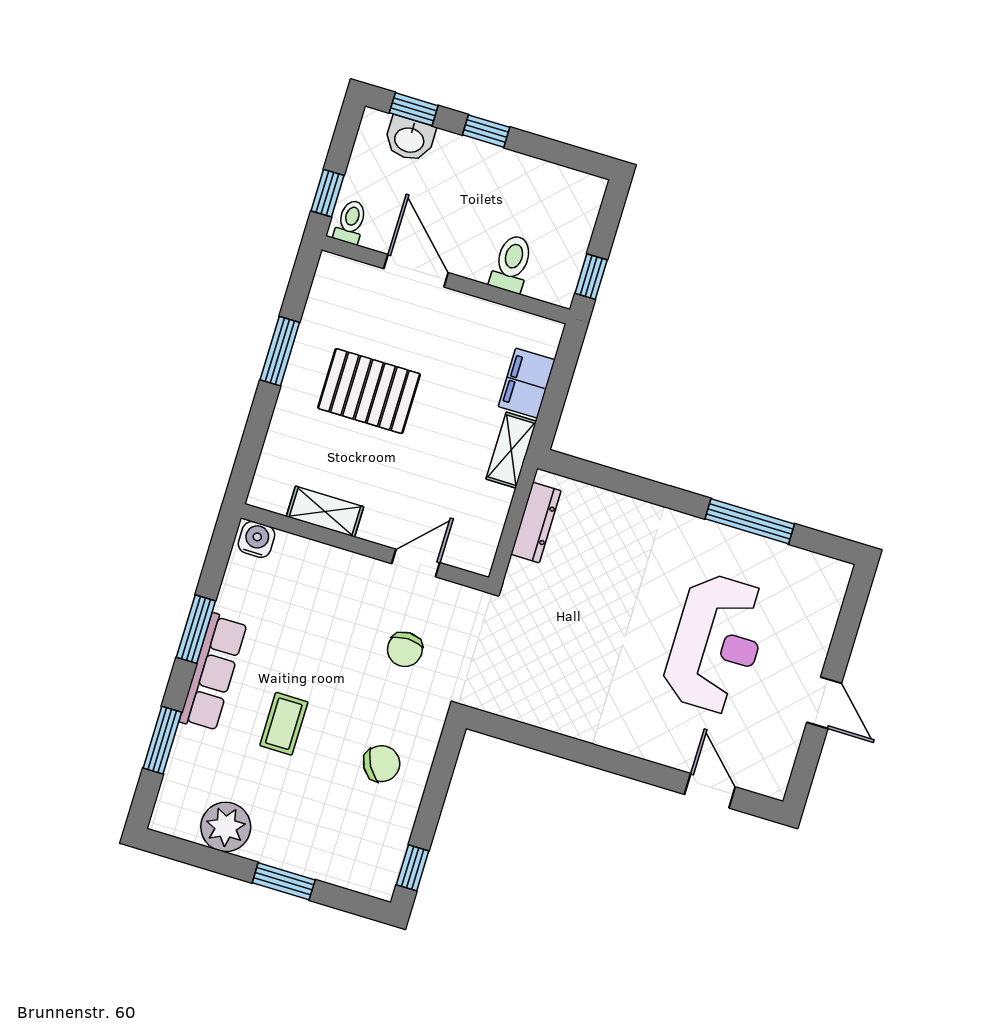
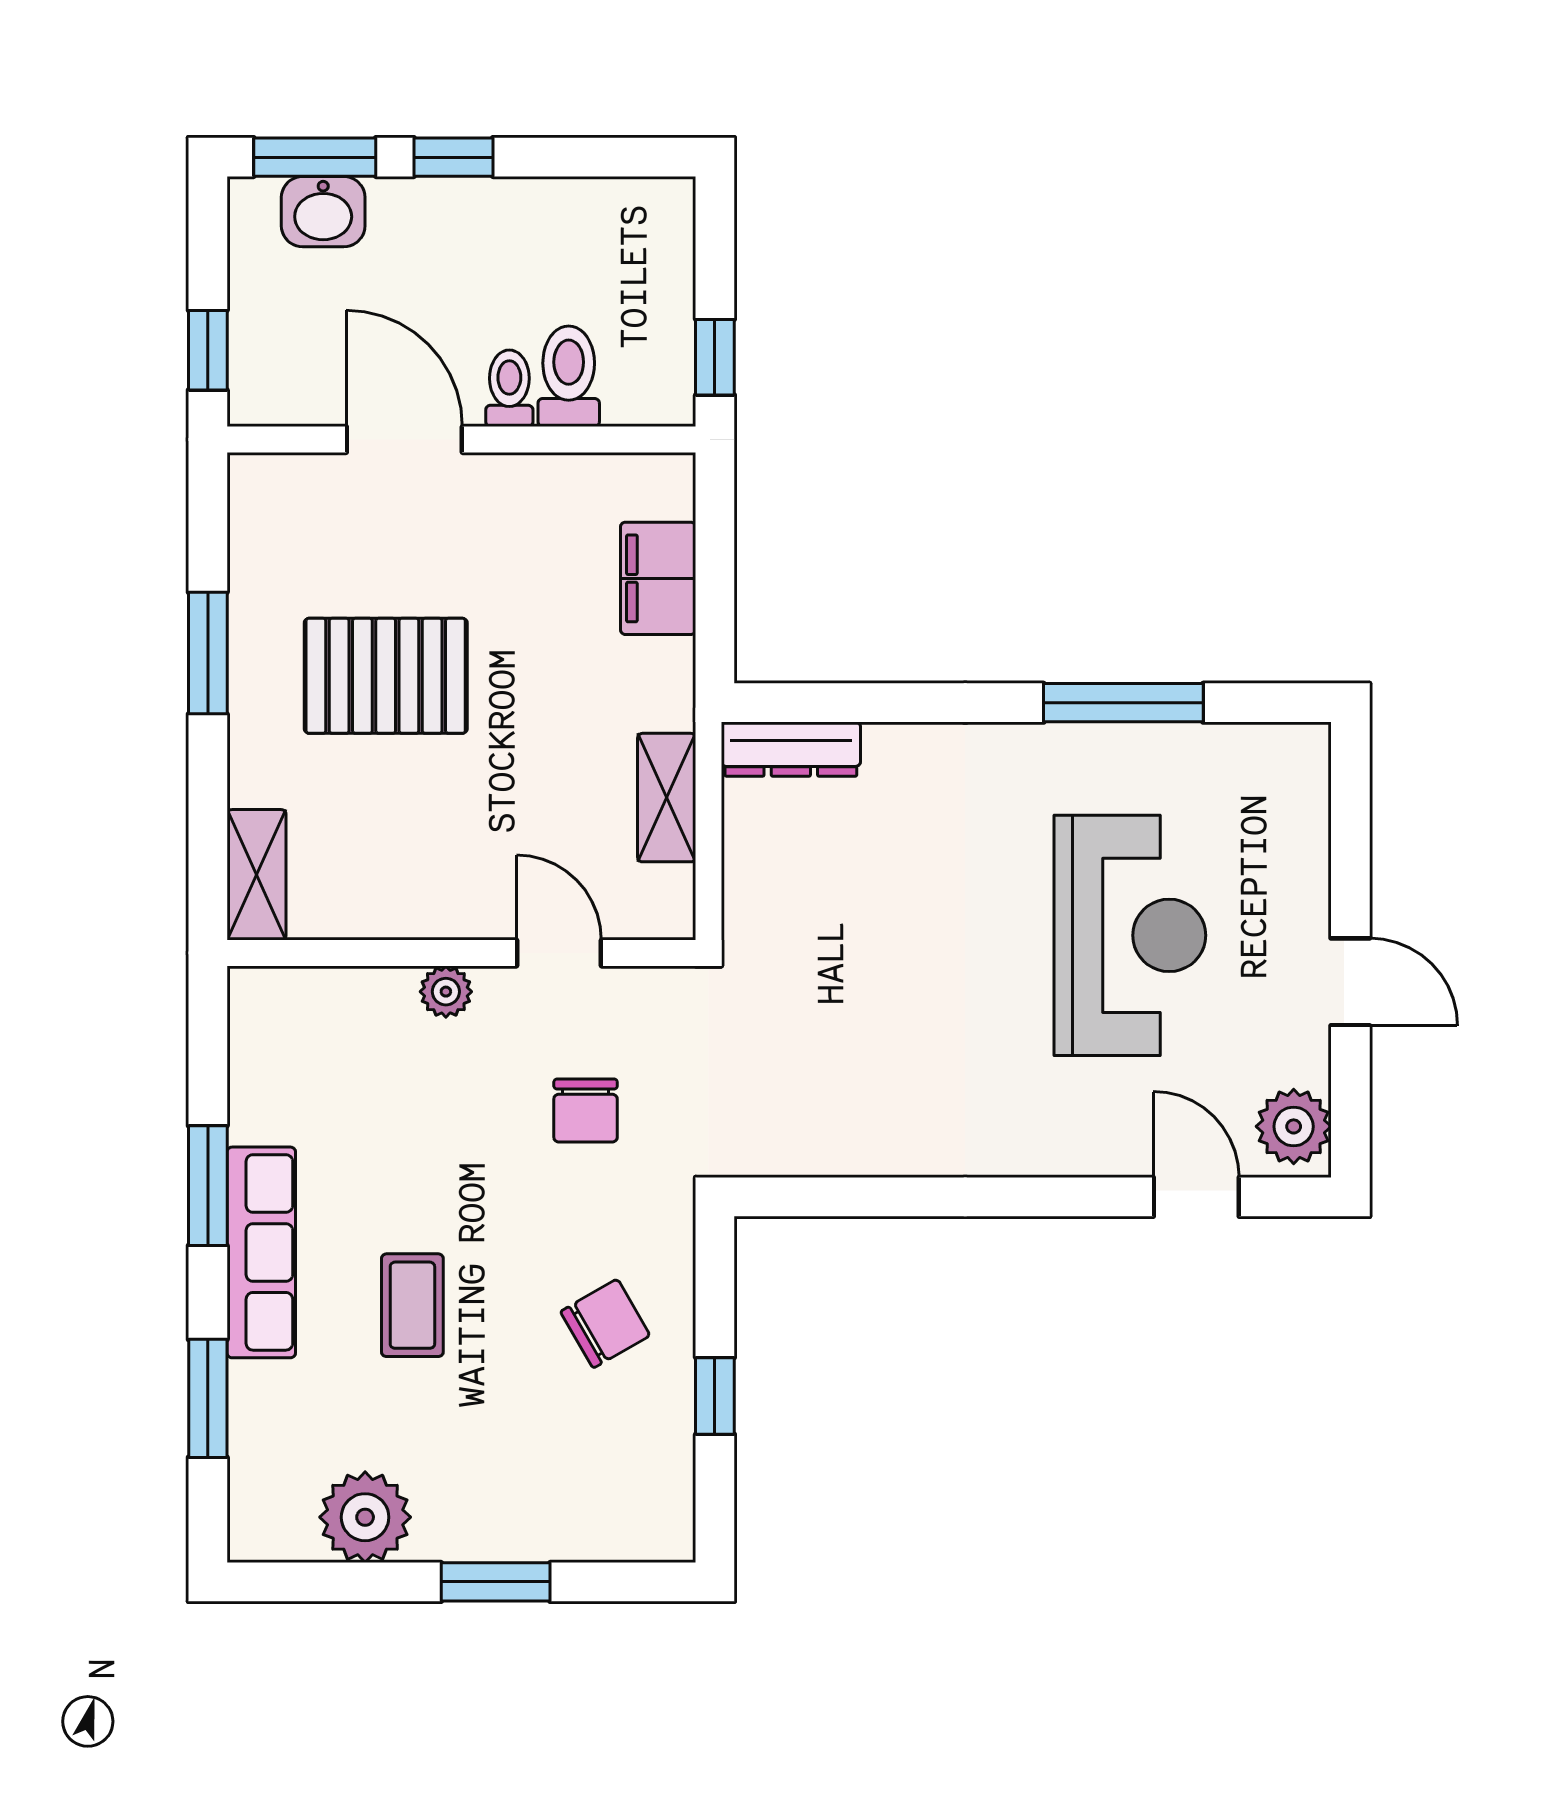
window: (414, 109) -> (315, 157), width x1.50
toilet: (351, 222) -> (509, 388), moved
shelving: (511, 450) -> (667, 798), moved
shelving: (325, 512) -> (256, 875), moved, turned 90
dresser: (536, 523) -> (791, 749), moved, turned 90
water cooler: (257, 539) -> (267, 996), removed
door: (416, 563) -> (559, 953), hinge flipped
plant: (351, 565) -> (446, 992), added
plant: (772, 769) -> (1294, 1126), added
window: (413, 868) -> (715, 1396), moved

